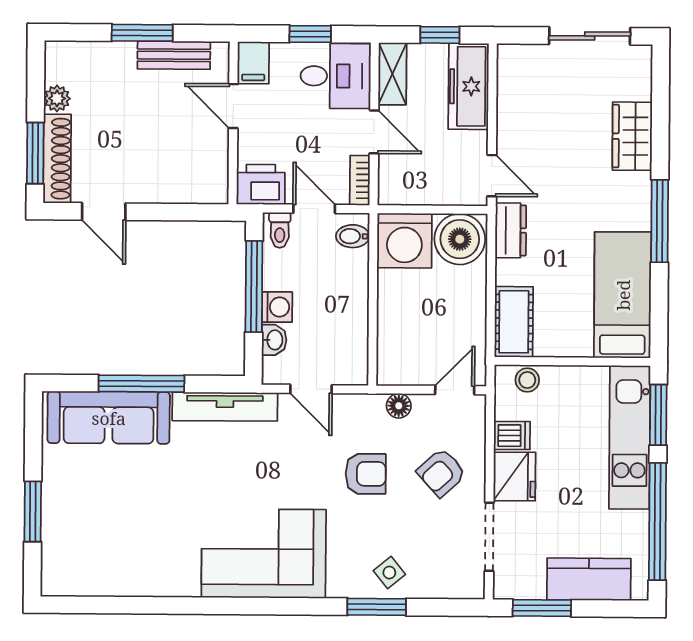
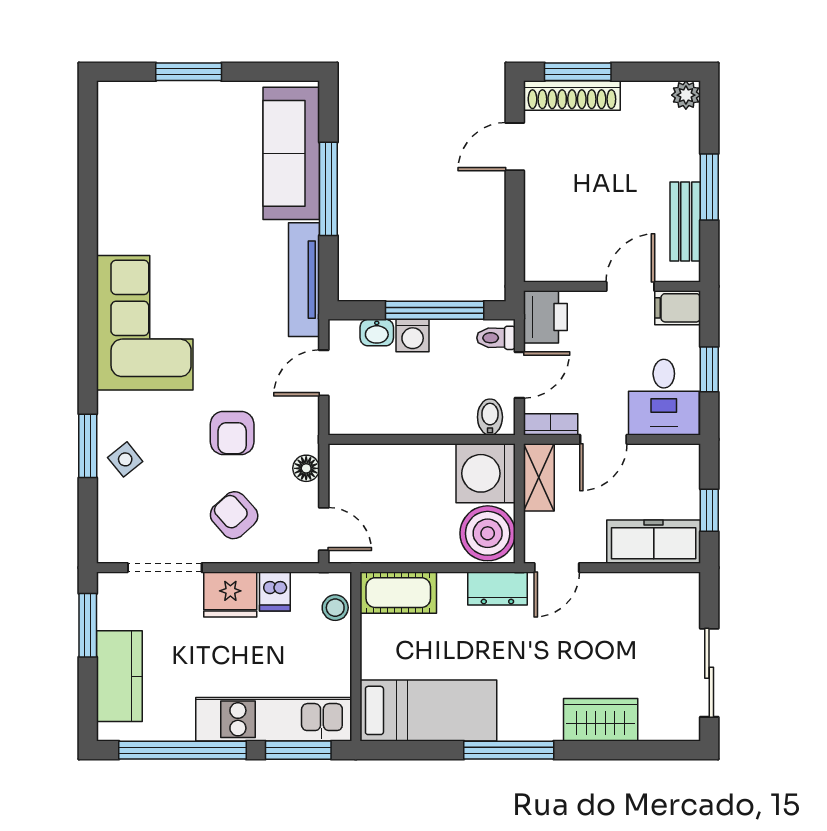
shelving: (392, 74) -> (539, 477), moved, turned 90
plant: (57, 98) -> (686, 95), moved

